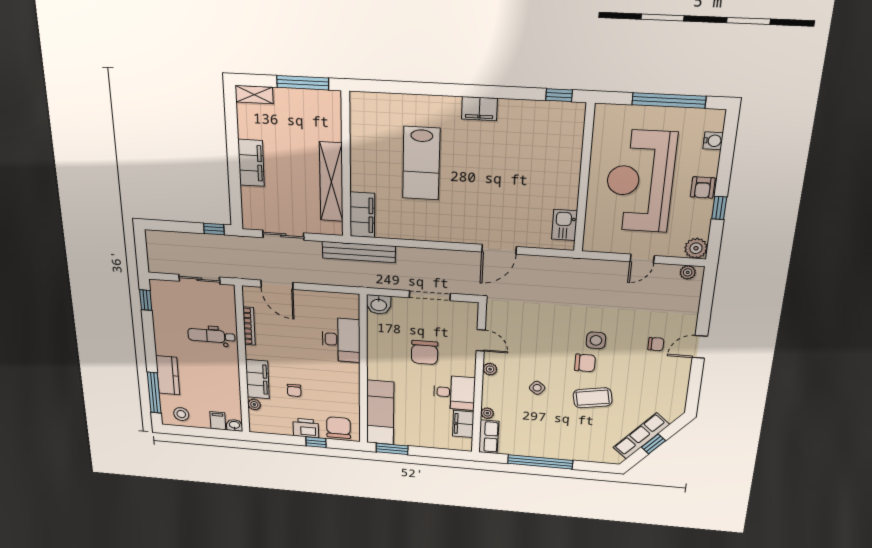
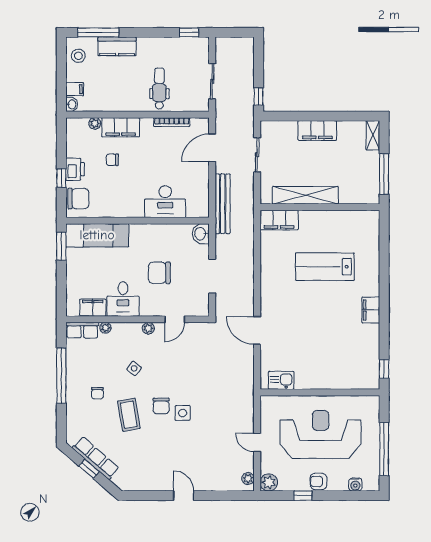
bench: (359, 252) -> (223, 204), moved
chair: (656, 344) -> (97, 393), moved

